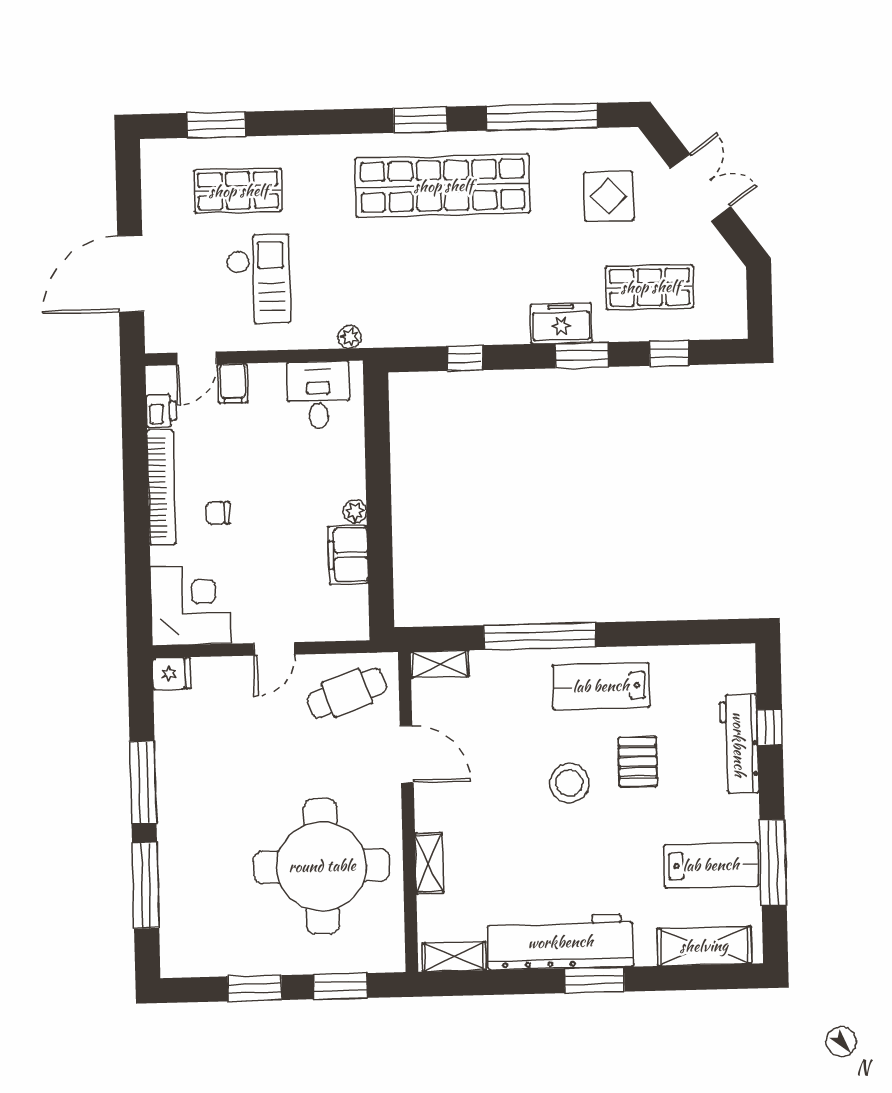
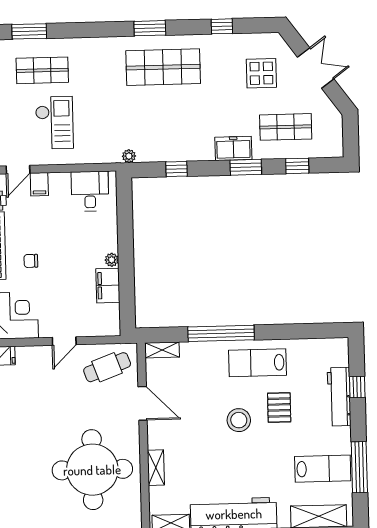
window: (542, 117) -> (222, 26), width x0.32
shop shelf: (443, 186) -> (163, 67), width x0.71
plant: (350, 337) -> (129, 156), moved

